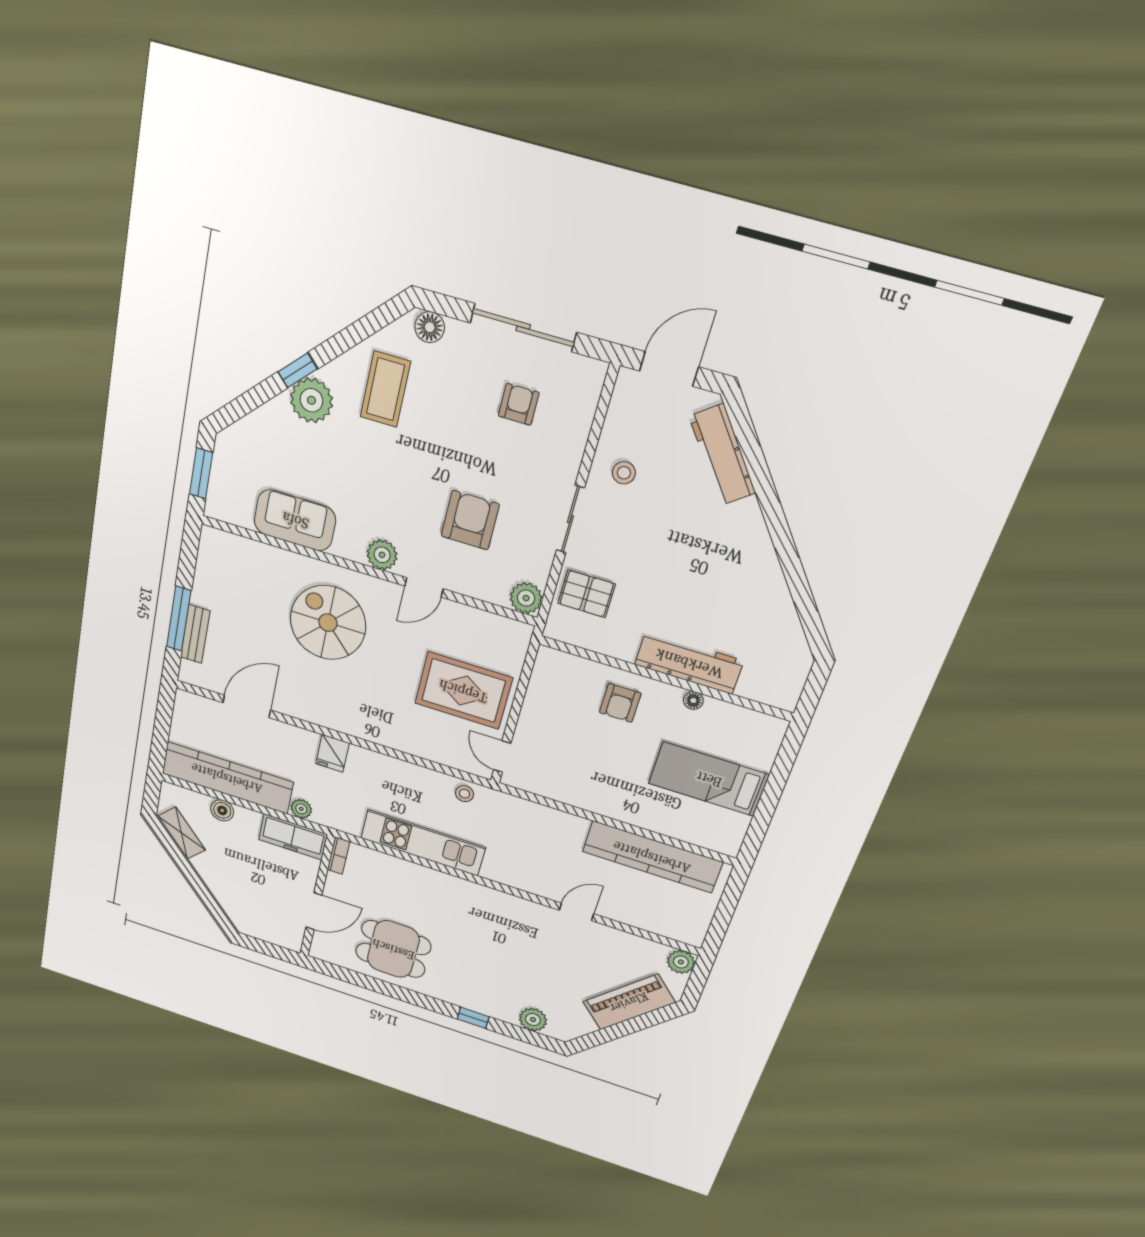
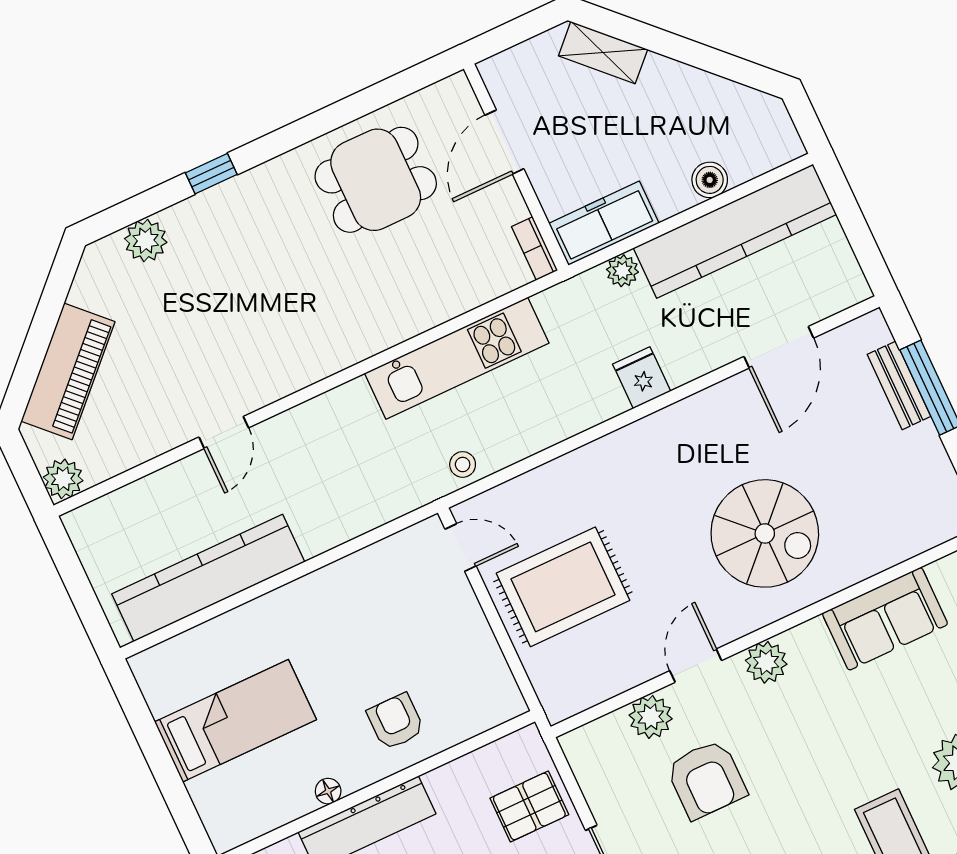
plant: (526, 598) -> (651, 717), moved
shelving: (181, 833) -> (603, 53), moved

